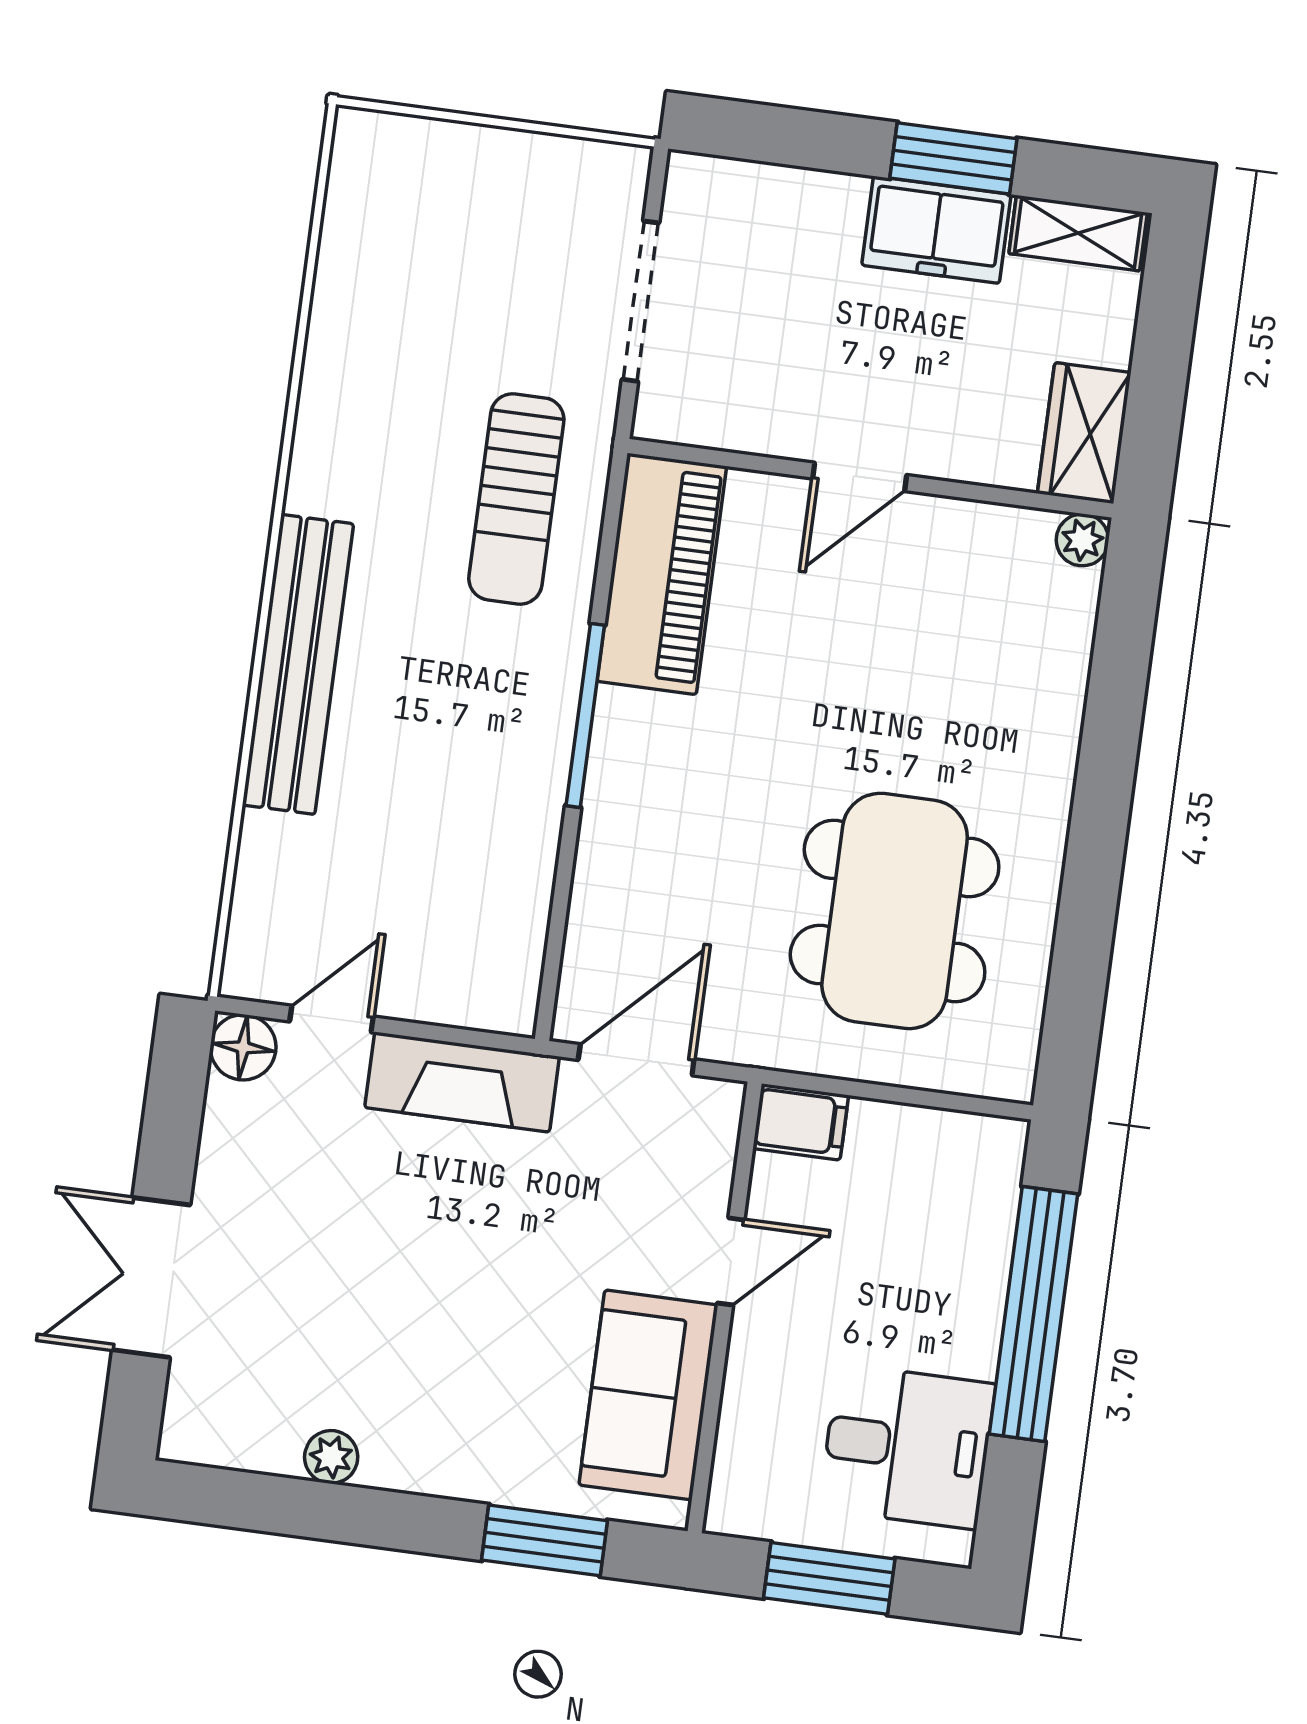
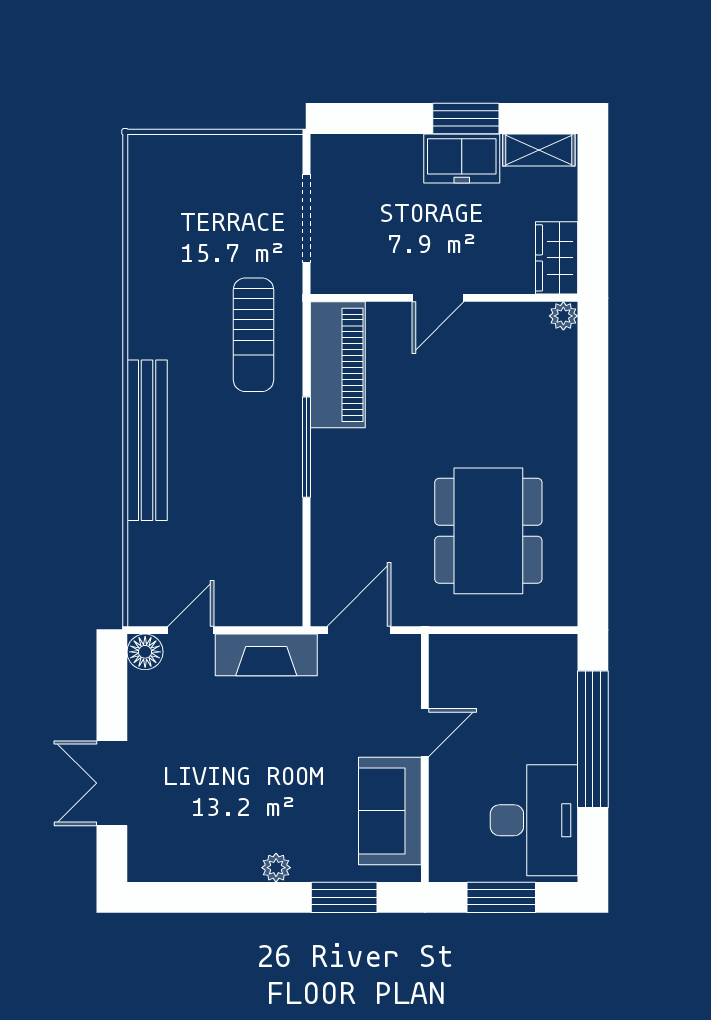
filing cabinet: (801, 1122) -> (453, 652), removed
desk: (907, 1447) -> (534, 820), width x1.37
plant: (331, 1457) -> (276, 868), moved

